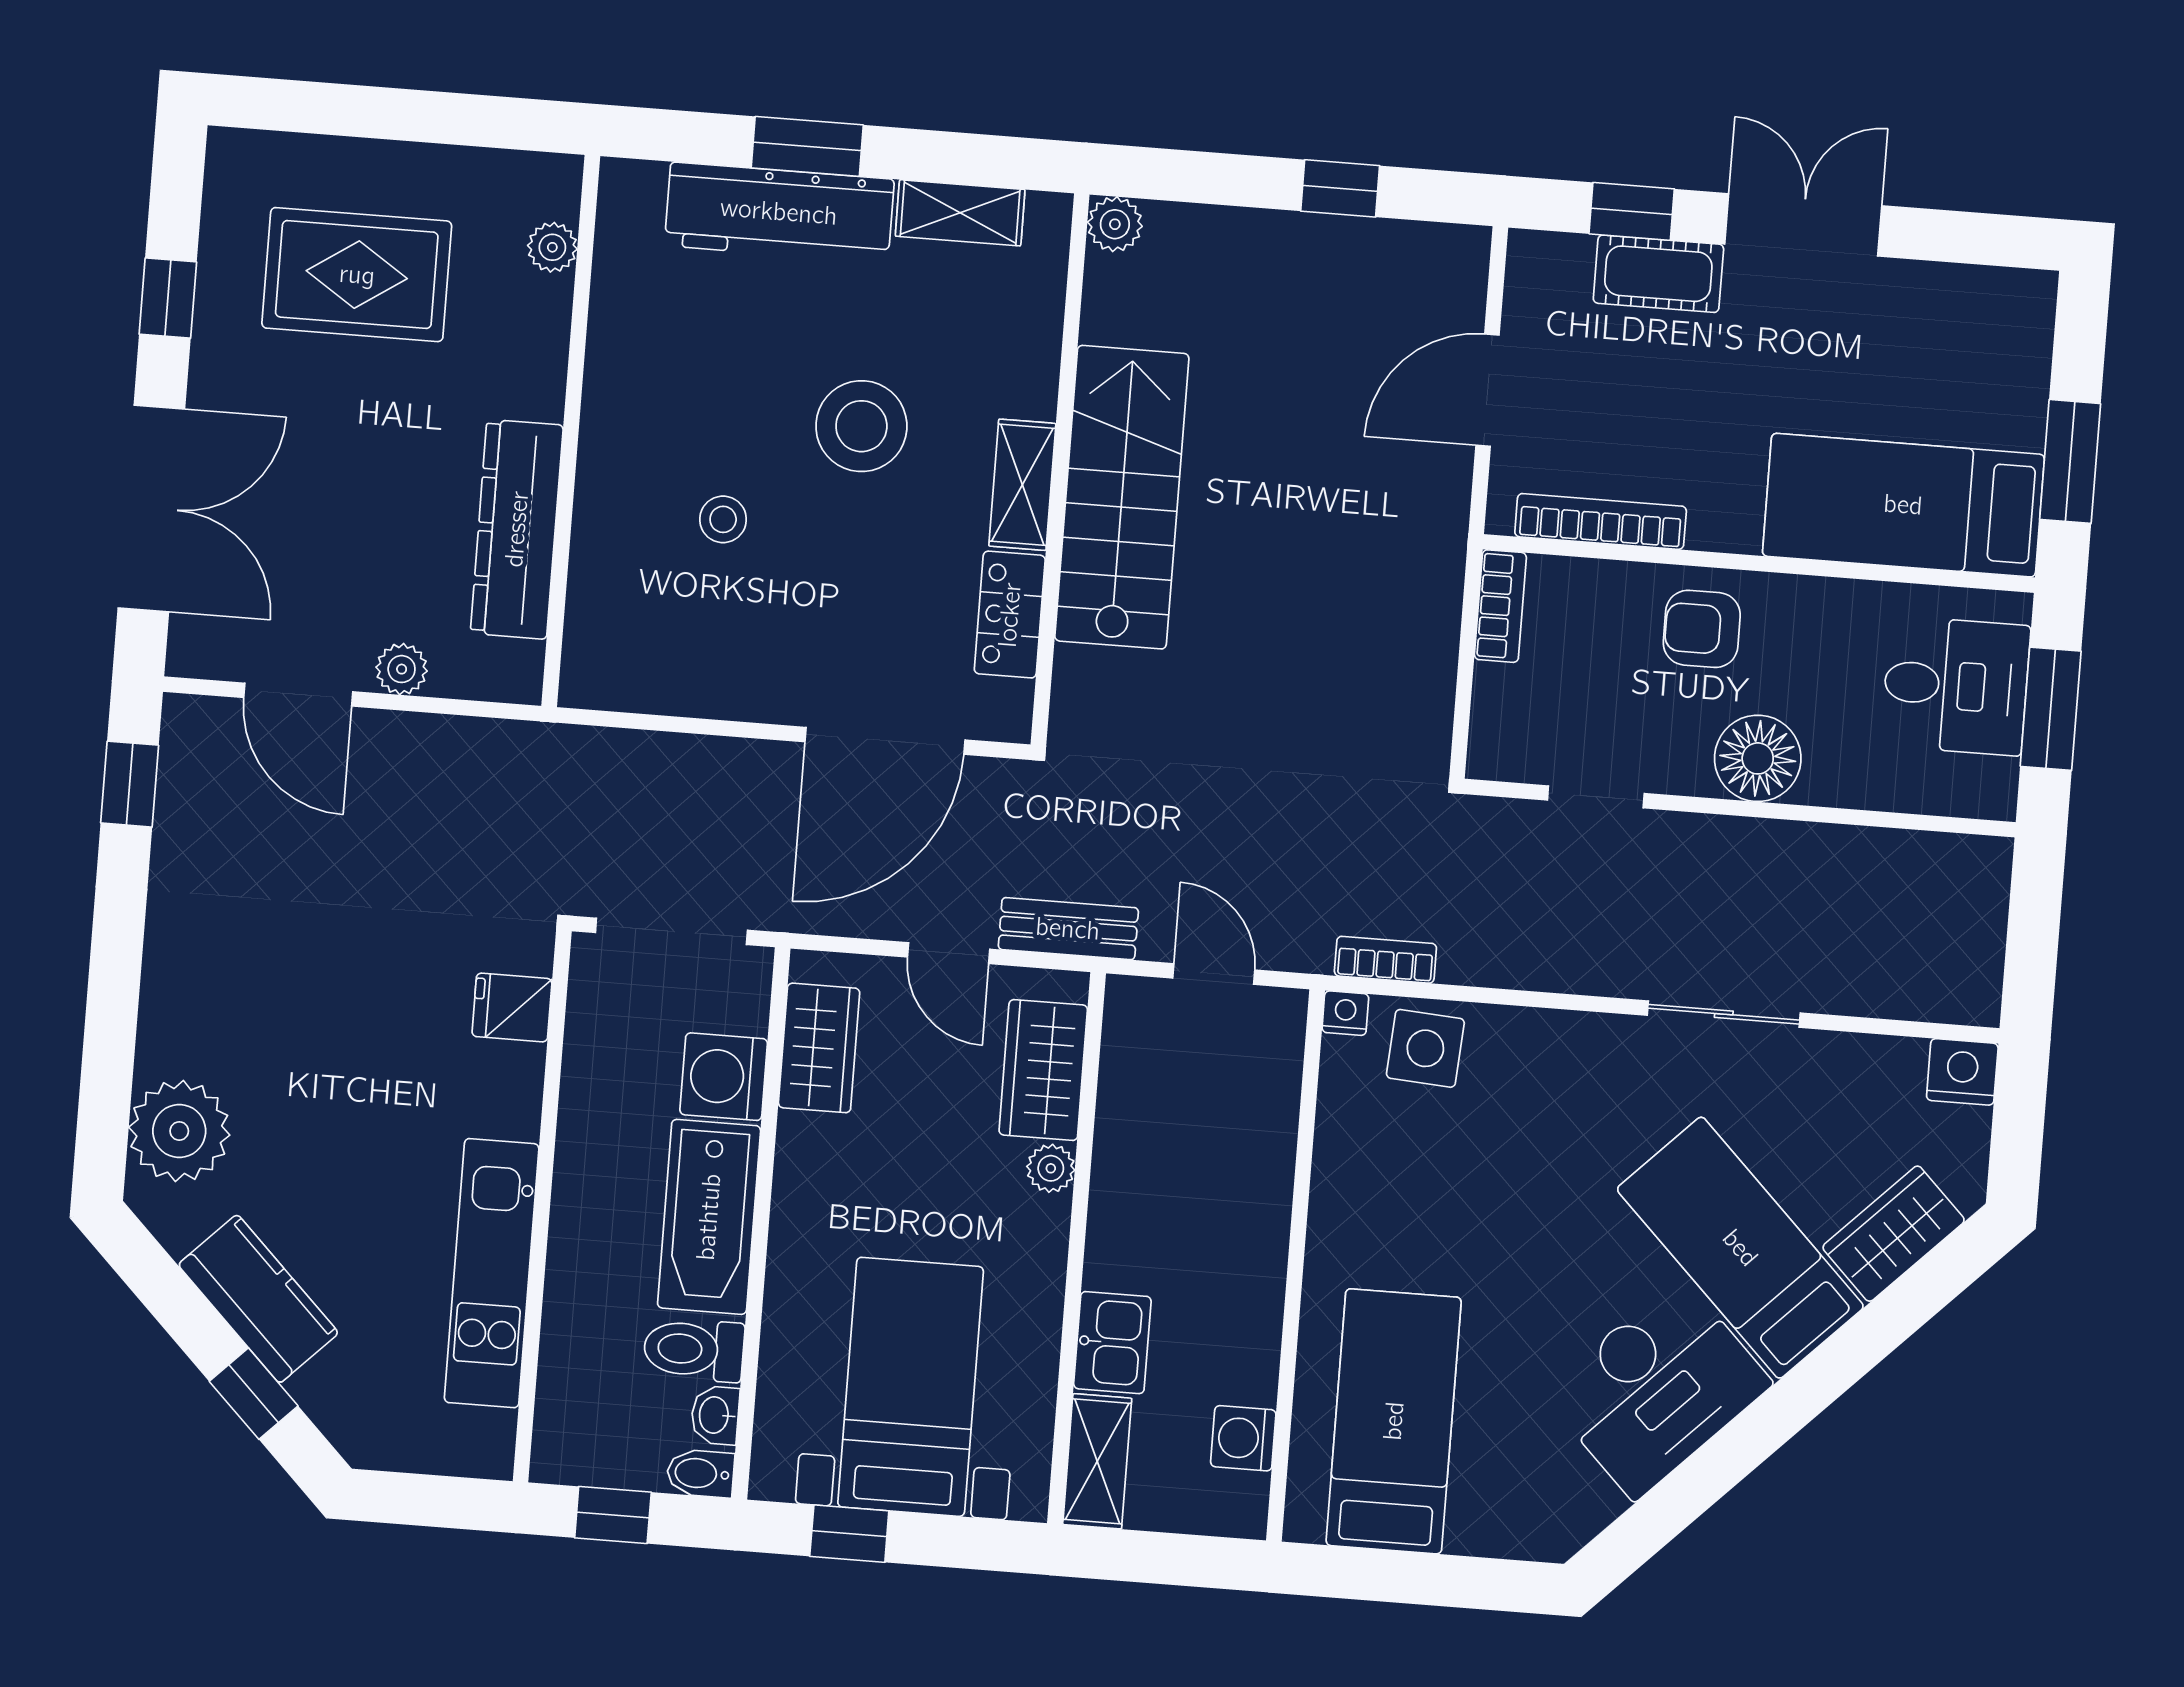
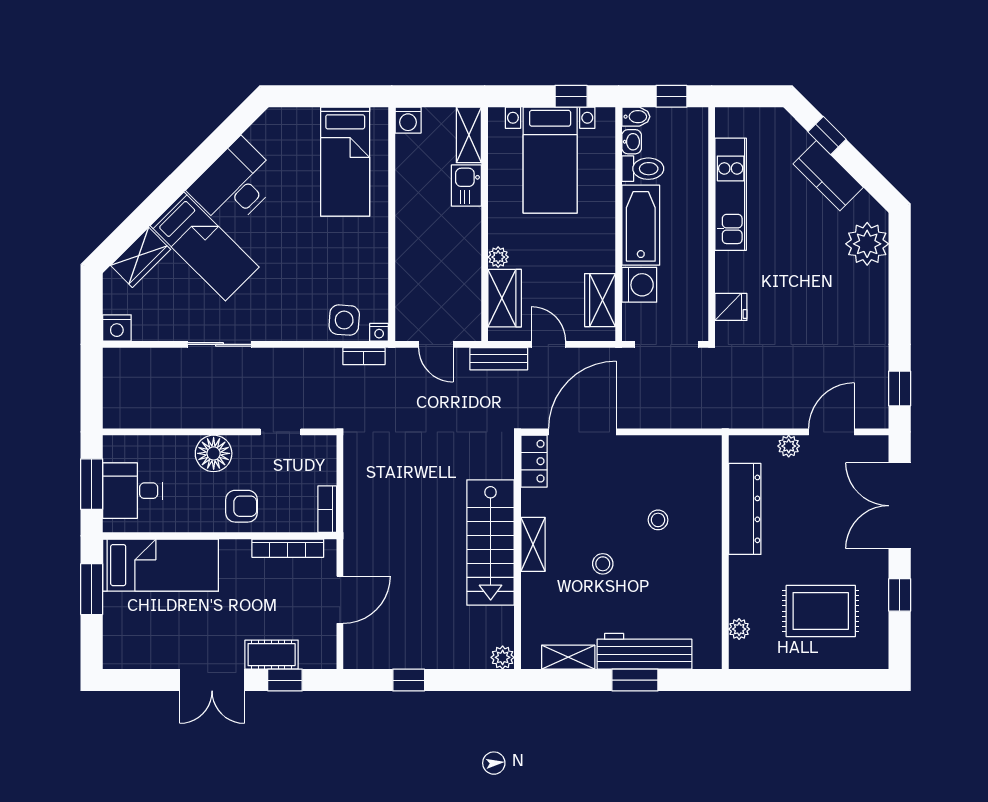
stool: (861, 426) -> (603, 564), width x0.53, depth x0.53
locker: (1010, 615) -> (534, 461), moved
door: (298, 695) -> (831, 432), hinge flipped
washing machine: (1243, 1438) -> (408, 120), moved, turned 90

